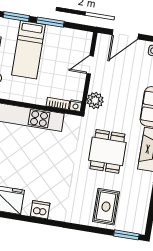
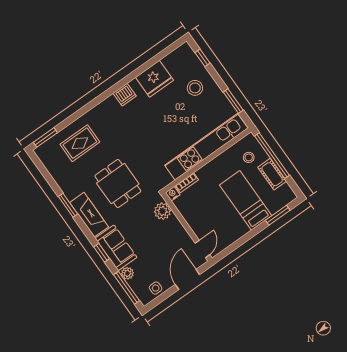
window: (50, 22) -> (250, 235), removed
door: (90, 65) -> (202, 249), moved
rug: (106, 207) -> (80, 143), turned 90

